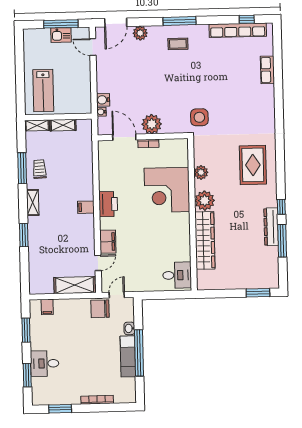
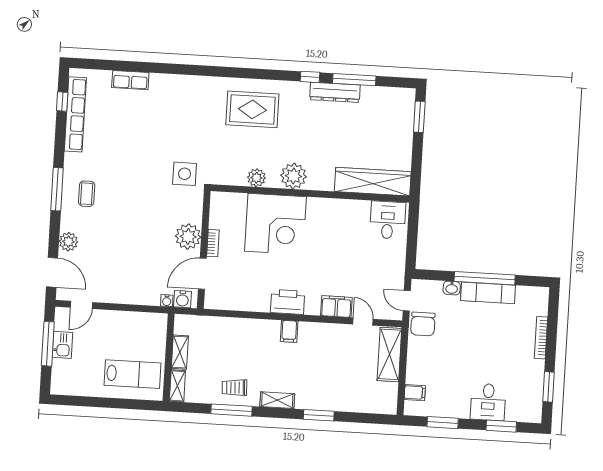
water cooler: (103, 100) -> (182, 299), moved
wardrobe: (205, 240) -> (373, 182), moved

